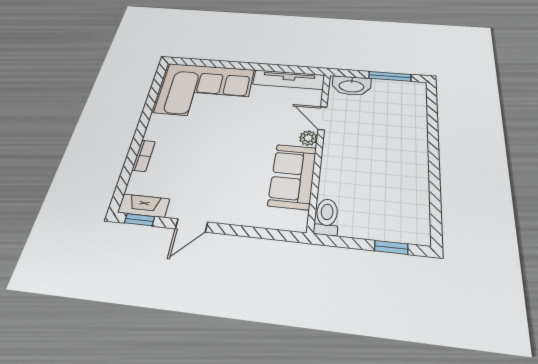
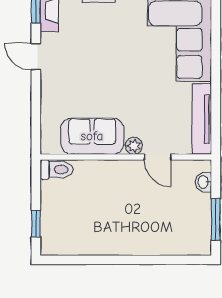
washbasin: (351, 86) -> (204, 182), width x0.52, depth x0.69
door: (322, 118) -> (158, 157), swing flipped

